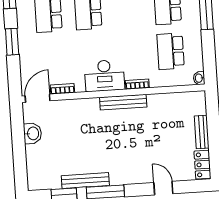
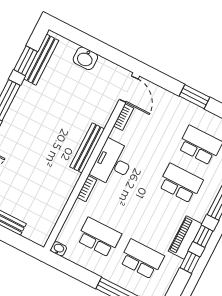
bench: (123, 102) -> (87, 148), moved
washbasin: (33, 133) -> (85, 58), moved
bench: (85, 181) -> (41, 60), moved

